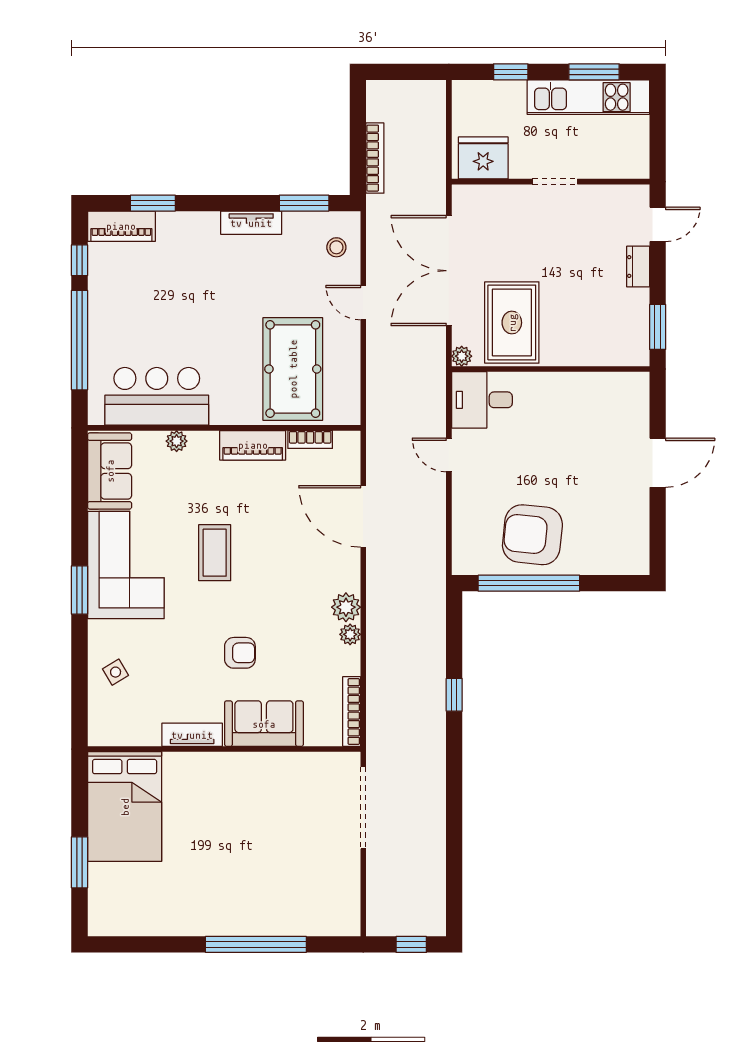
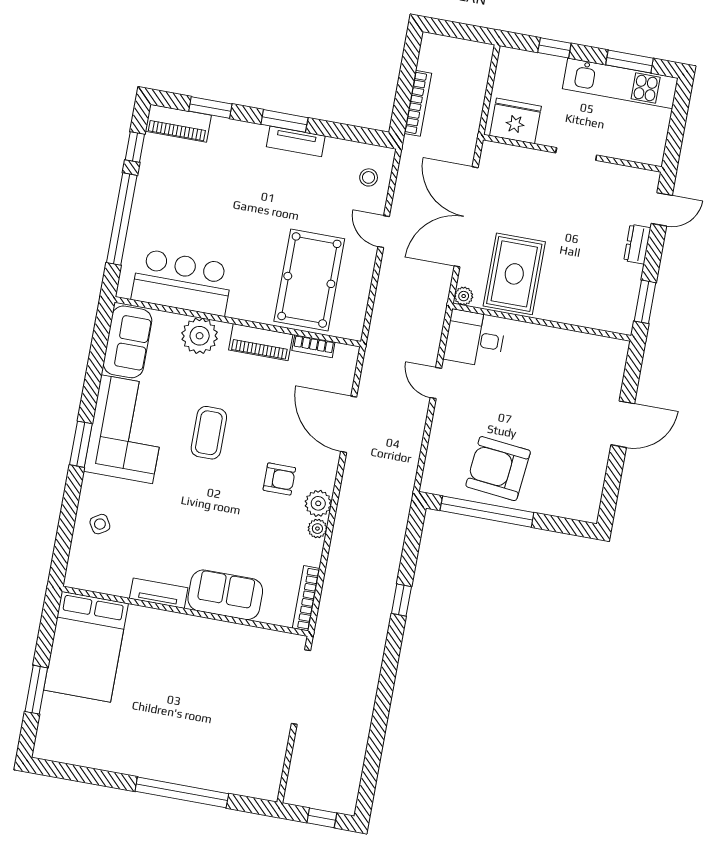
window: (304, 203) -> (284, 121), moved
plant: (177, 441) -> (200, 336), width x1.88, depth x1.88
armchair: (240, 653) -> (279, 479), moved

